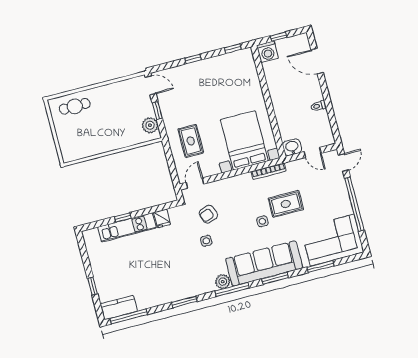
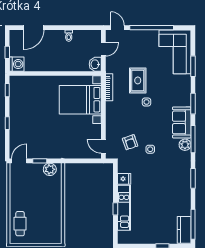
rug: (191, 141) -> (70, 141), removed
sofa: (264, 263) -> (182, 122), width x0.54, depth x0.79

